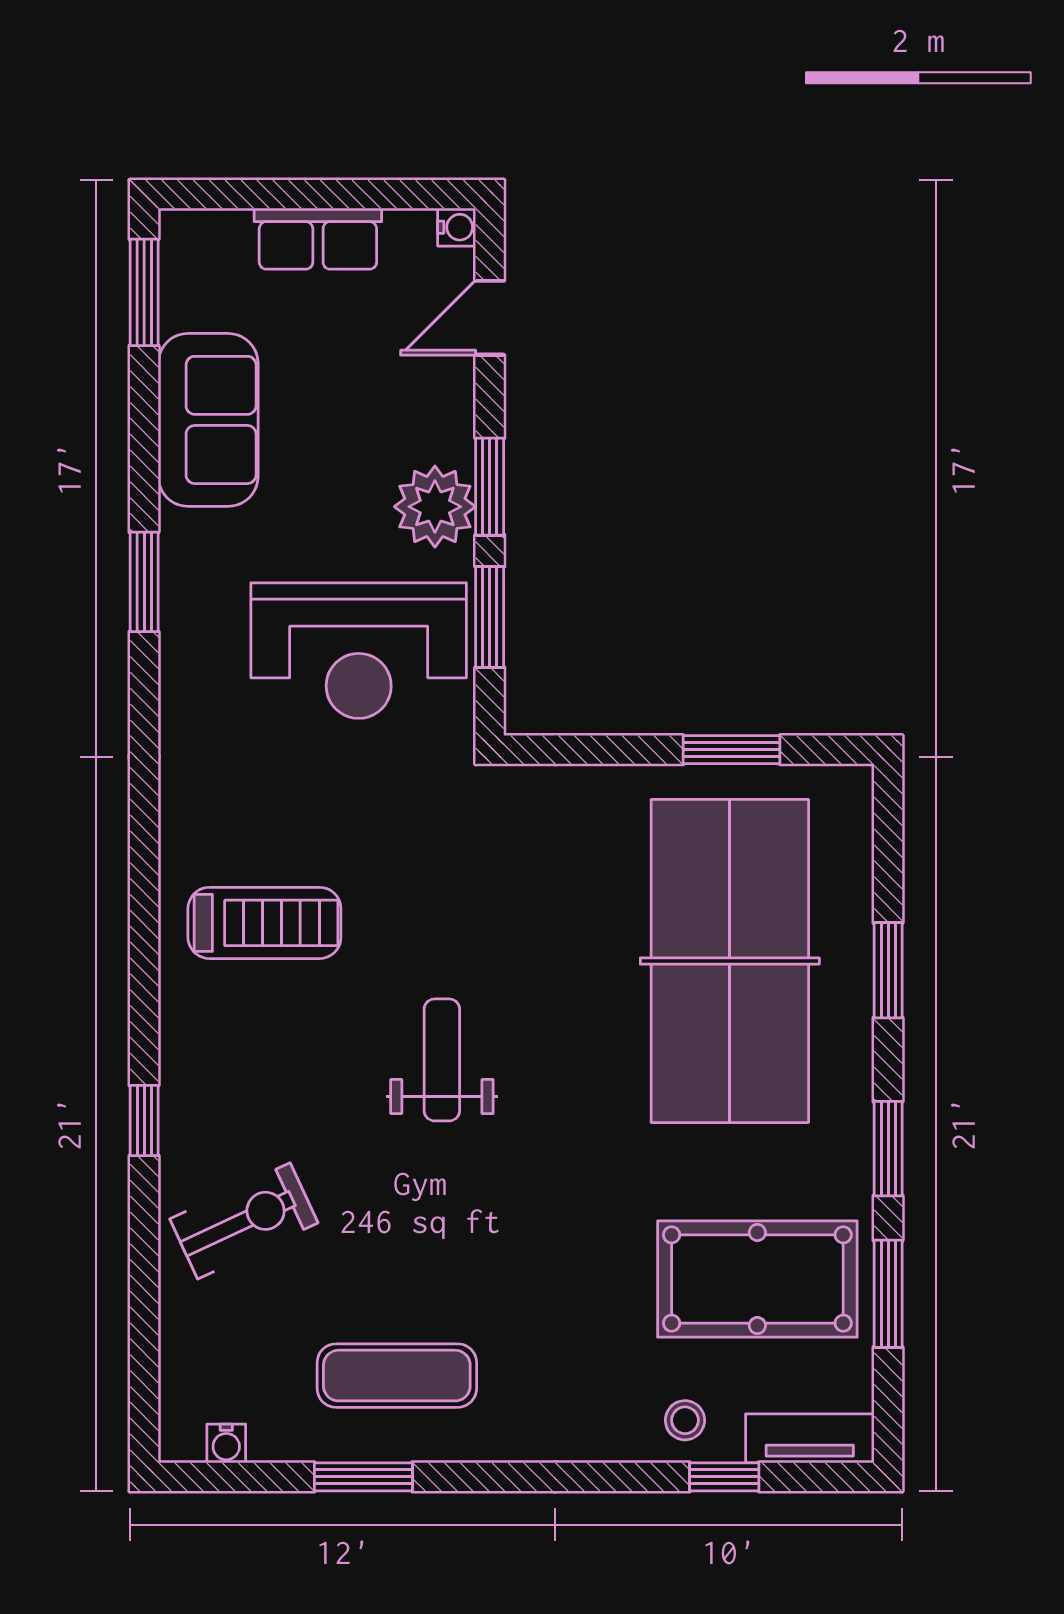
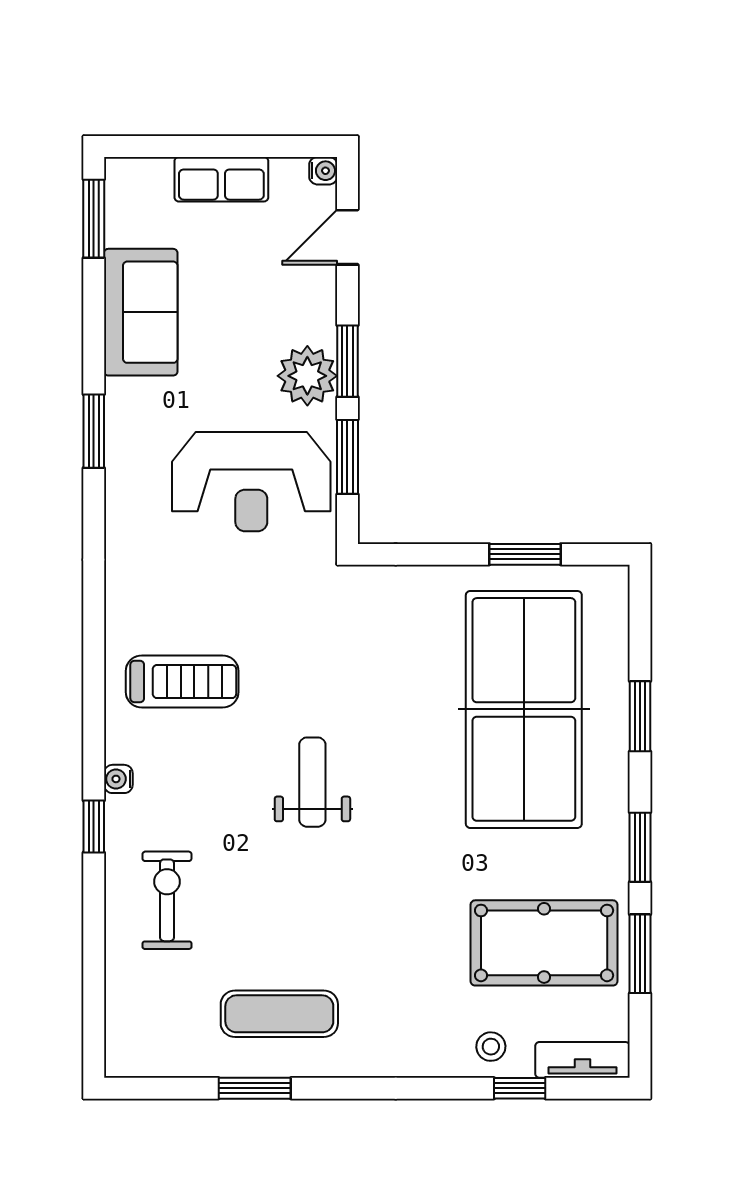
exercise bike: (244, 1221) -> (167, 900), turned -65
water cooler: (226, 1443) -> (118, 779), moved, turned 90

